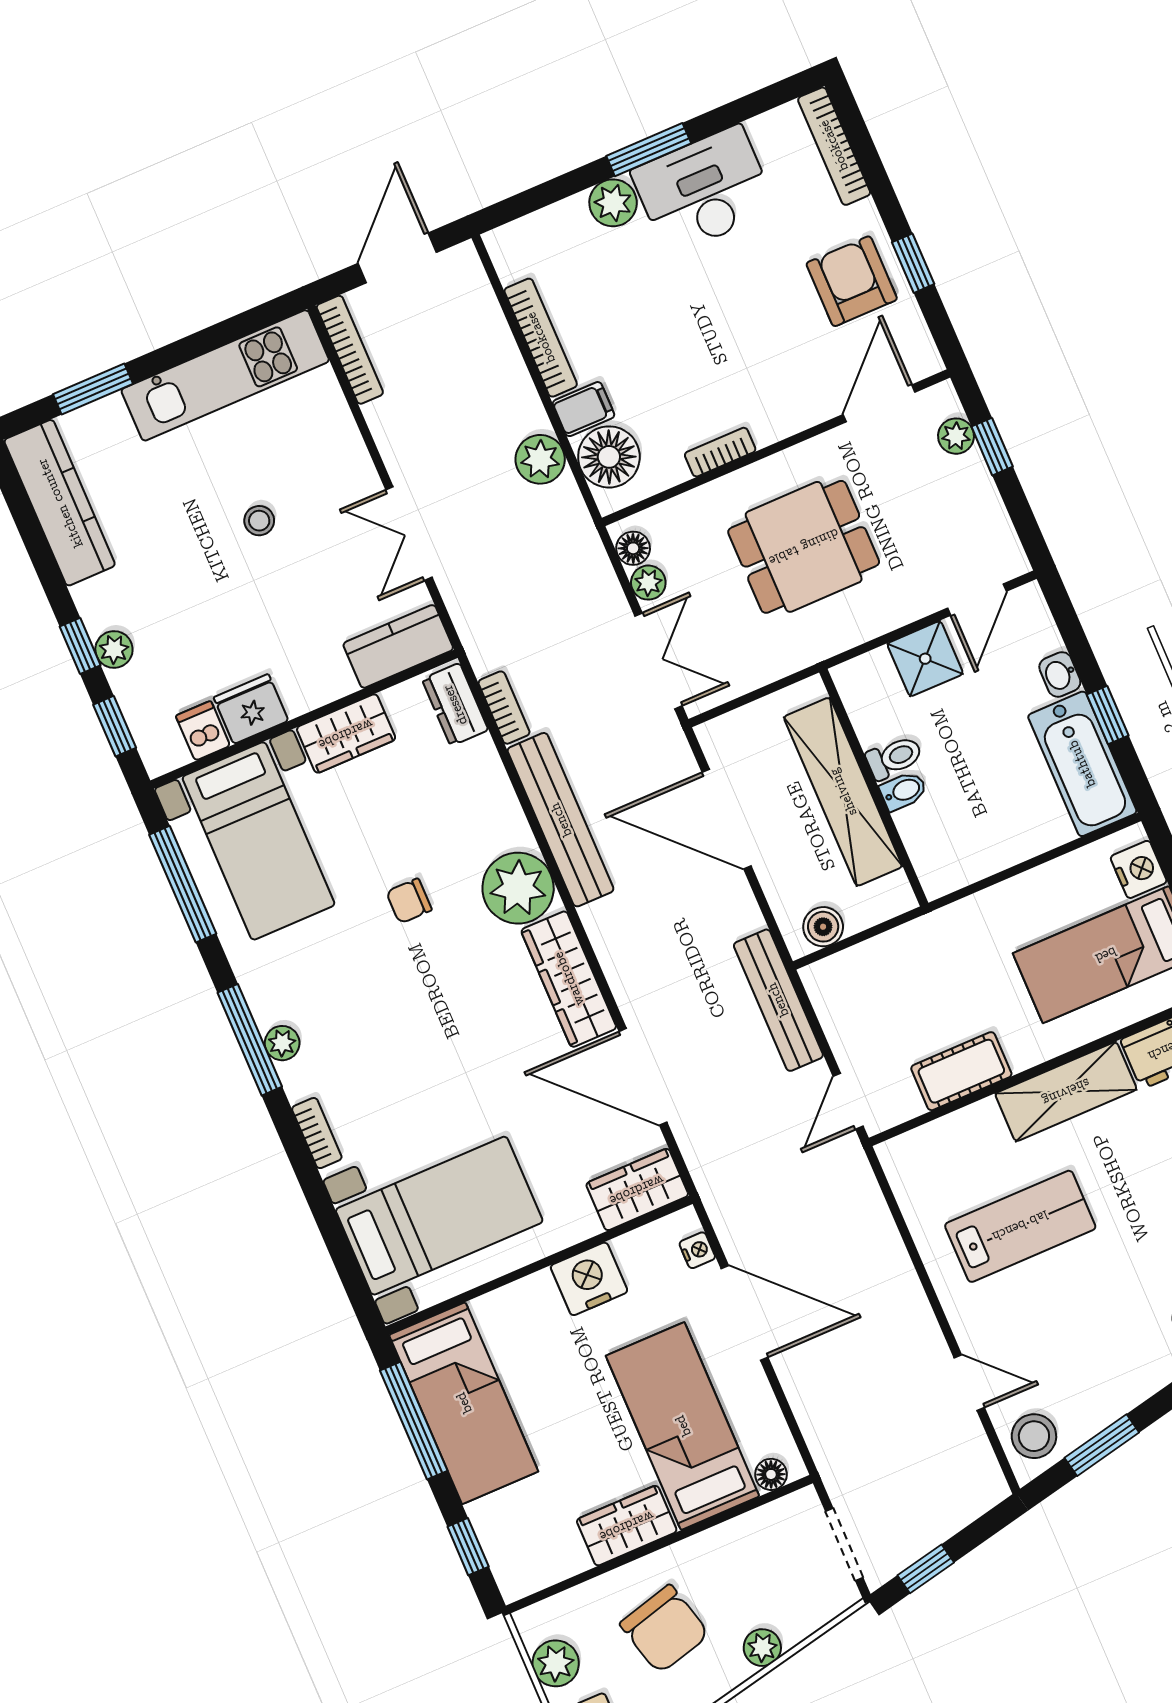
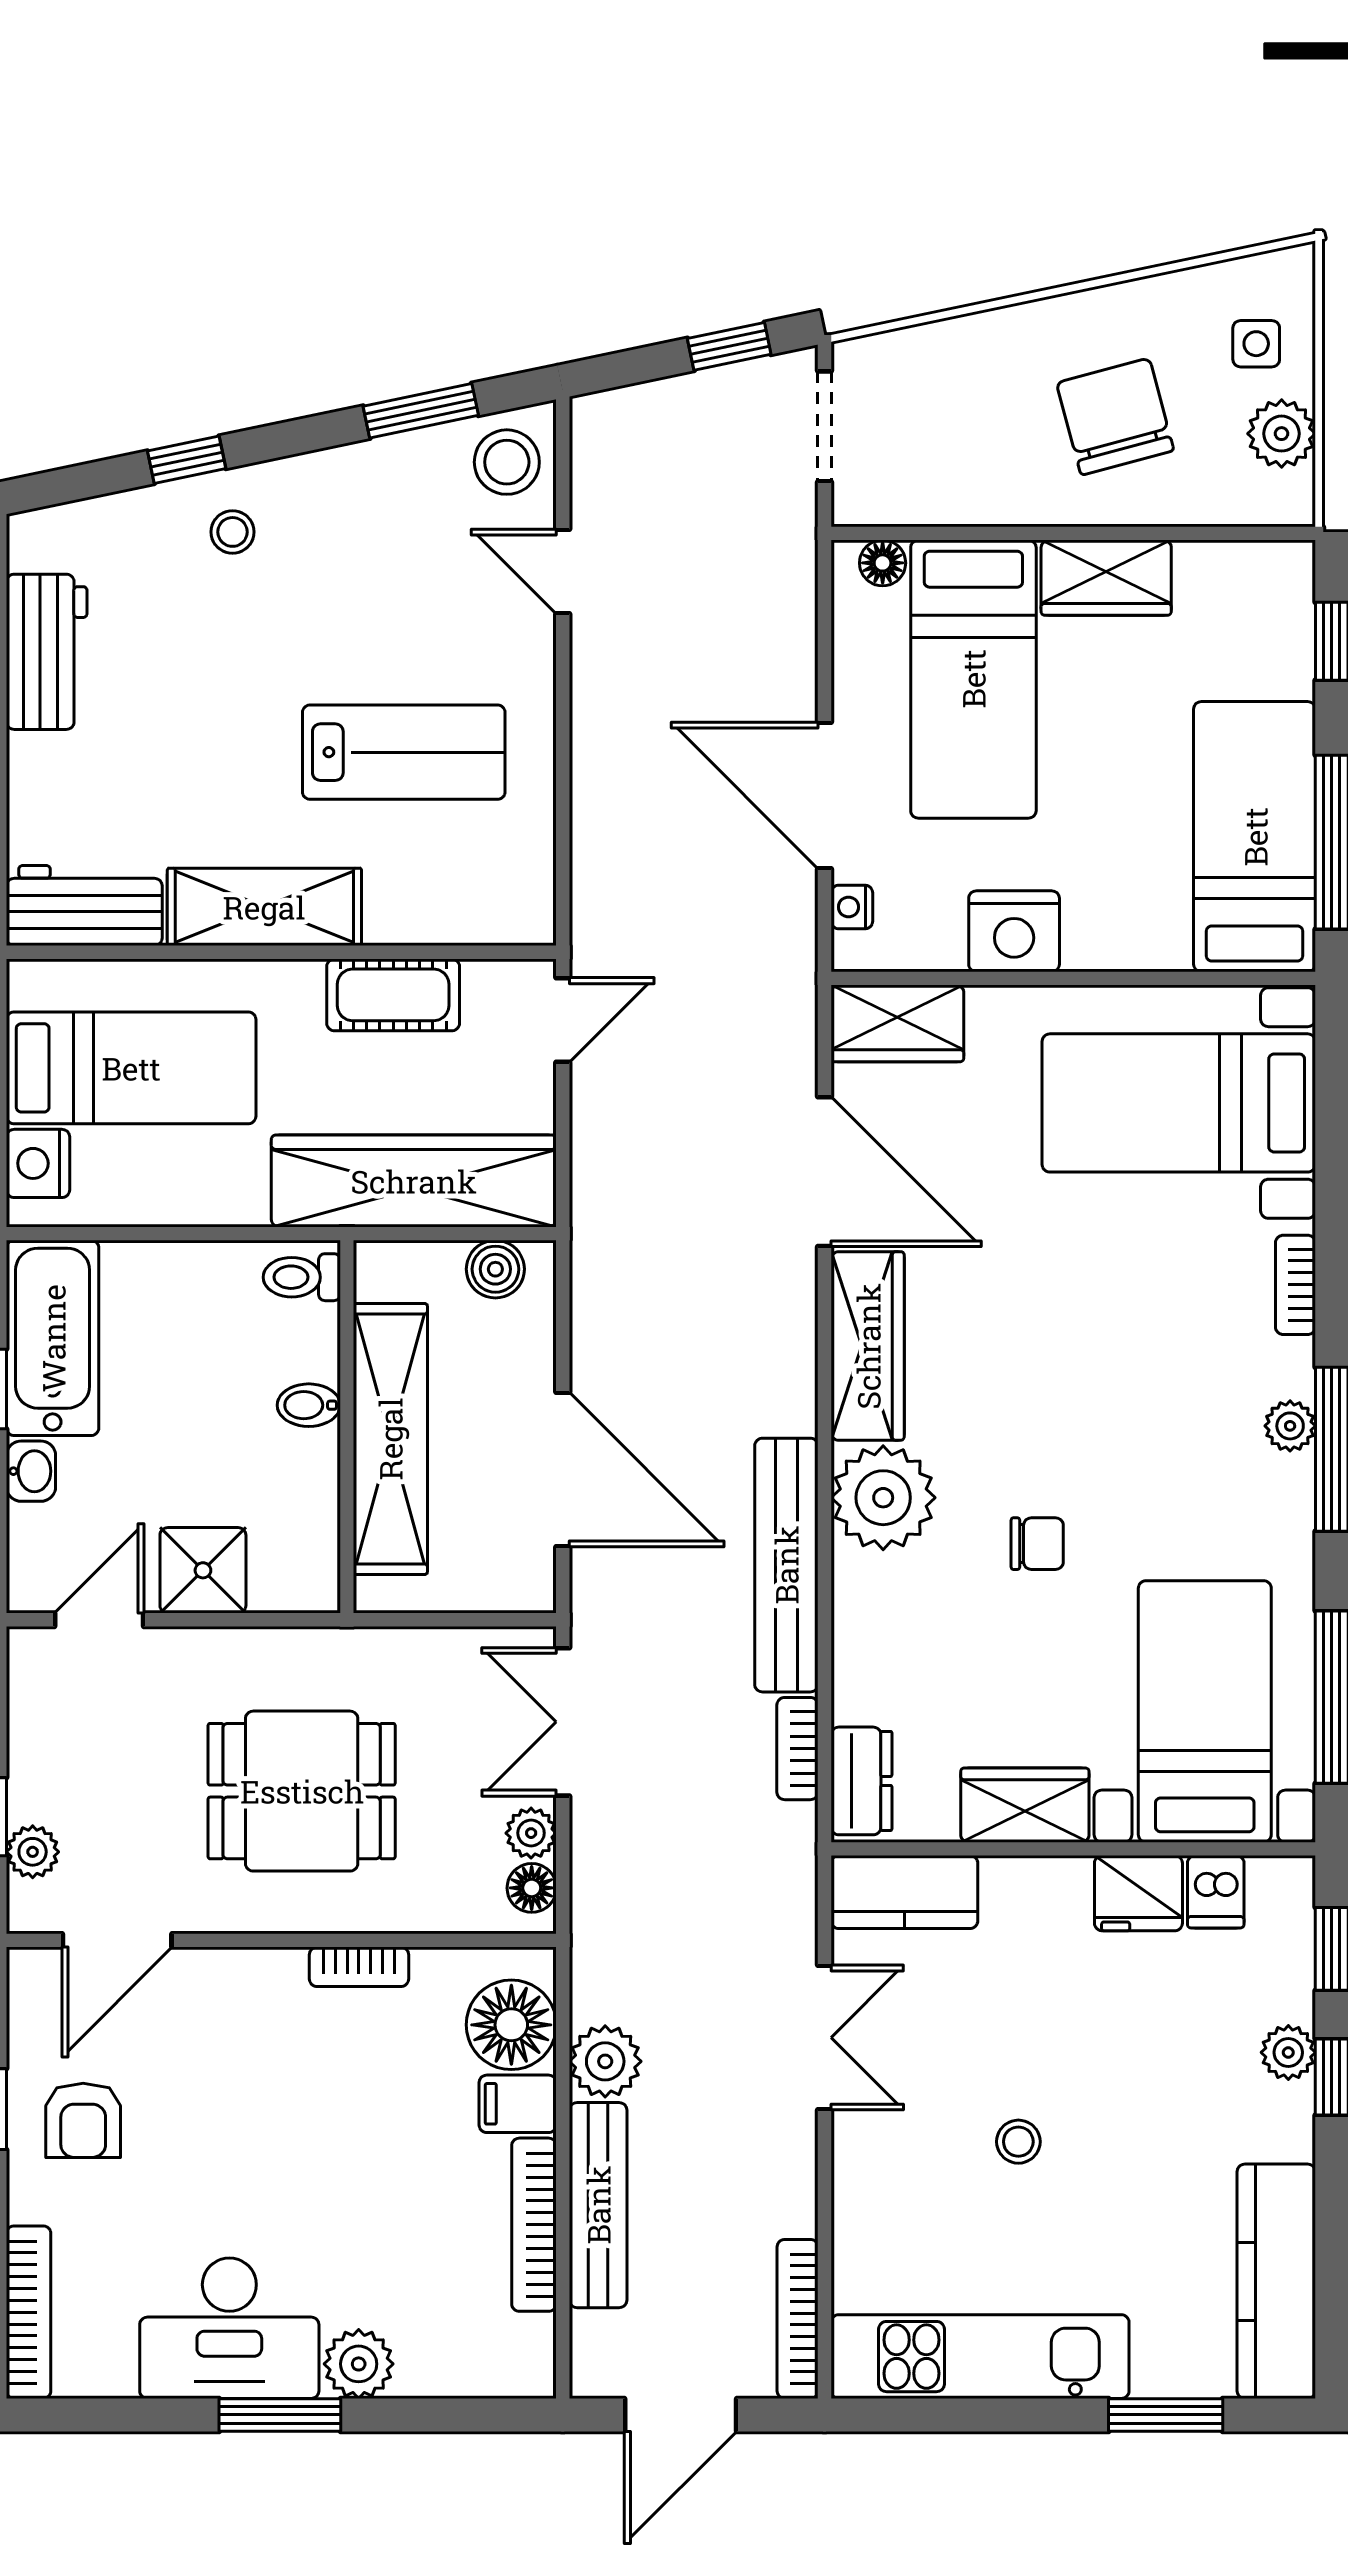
armchair: (852, 281) -> (83, 2120), width x0.72, depth x0.72
toilet: (894, 758) -> (302, 1277), moved
wardrobe: (898, 960) -> (414, 1181), added
bench: (778, 1000) -> (598, 2205), moved
lab bench: (1020, 1226) -> (404, 752), turned 180
plant: (762, 1648) -> (994, 335), removed

